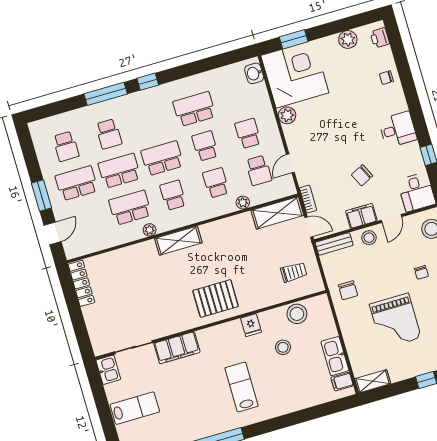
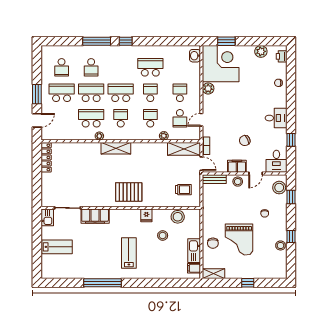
chair: (348, 290) -> (213, 243), moved

